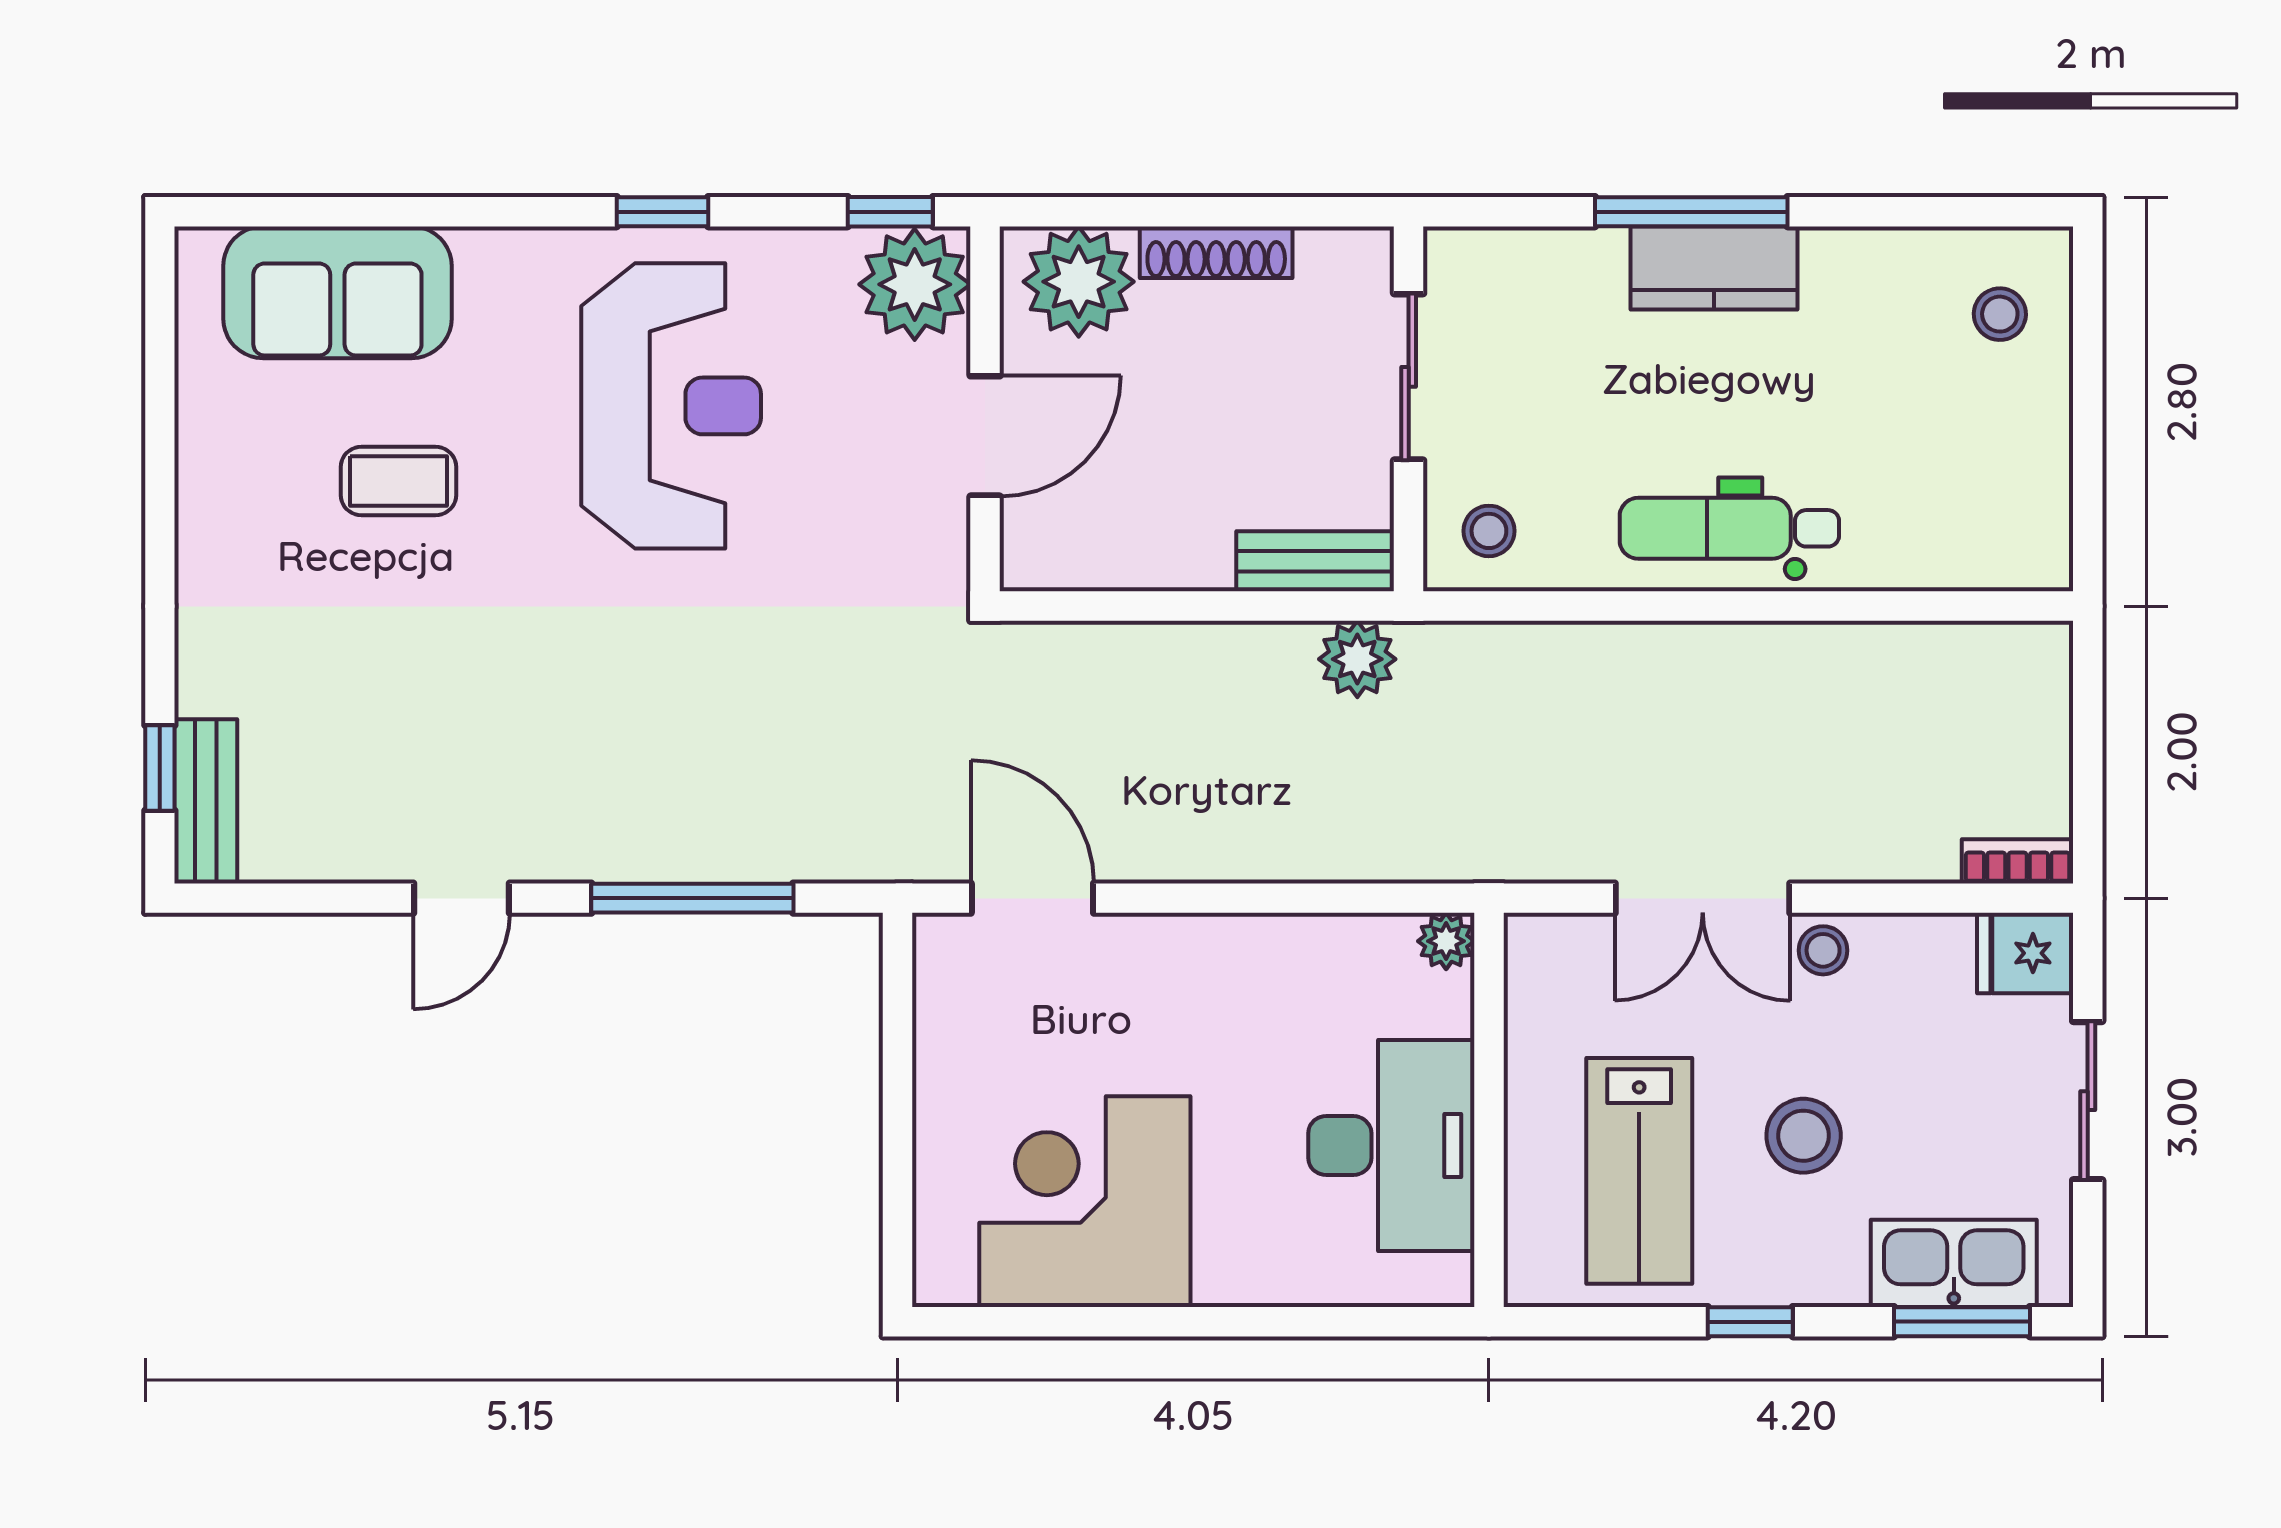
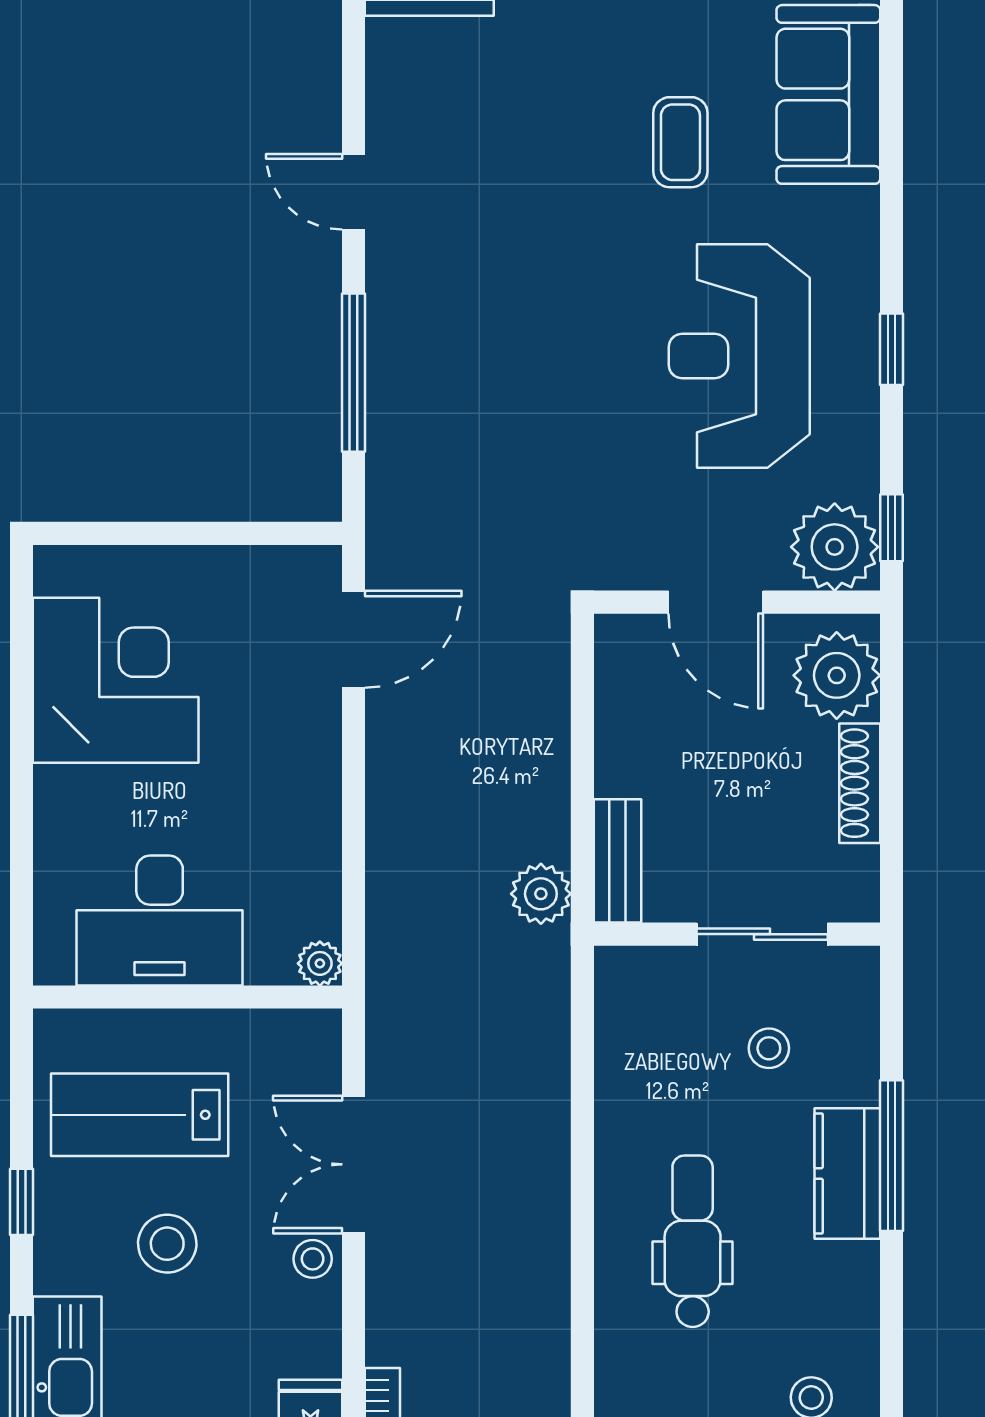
reception desk: (671, 406) -> (739, 356), turned 90
dental chair: (1729, 528) -> (693, 1241), moved
stool: (1489, 531) -> (769, 1048), moved

